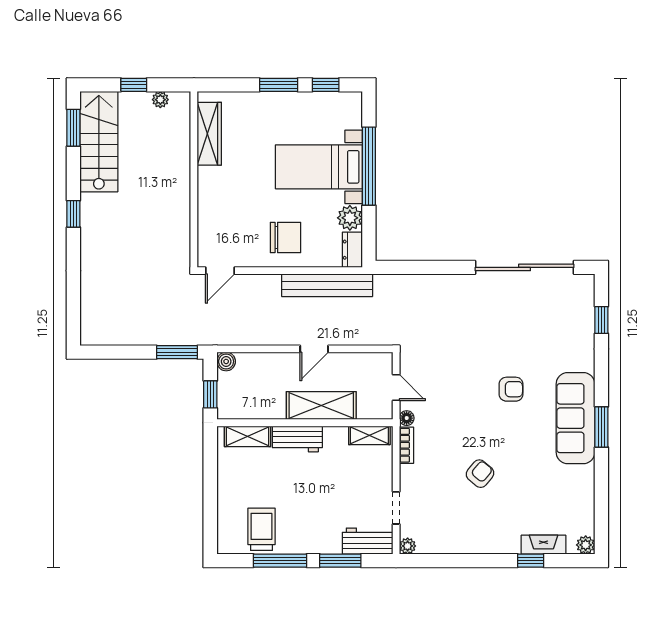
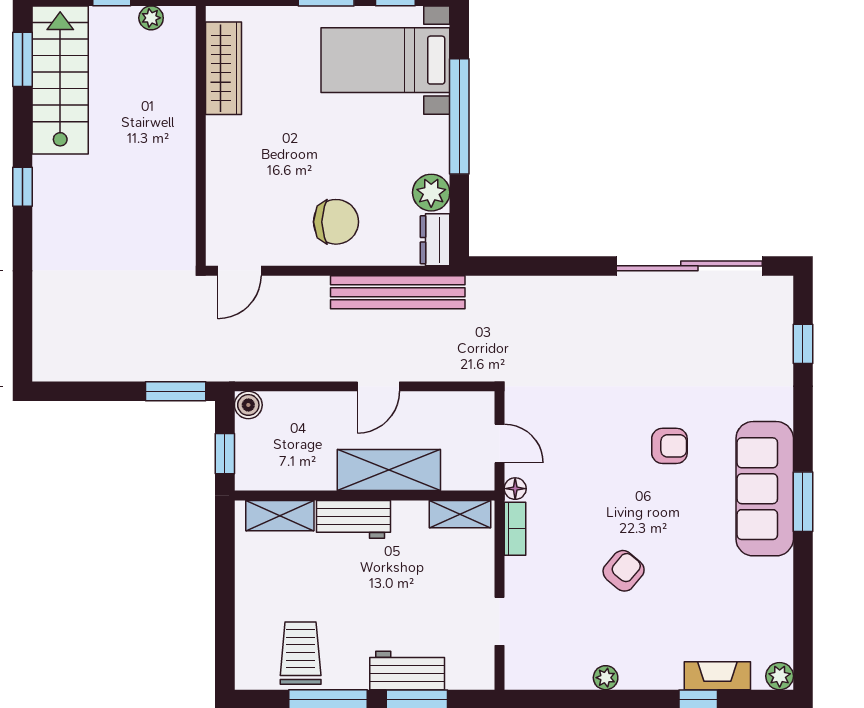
bed with nightstands: (319, 167) -> (385, 60), moved
workbench: (368, 541) -> (407, 671), moved
plant: (408, 546) -> (606, 678), moved

